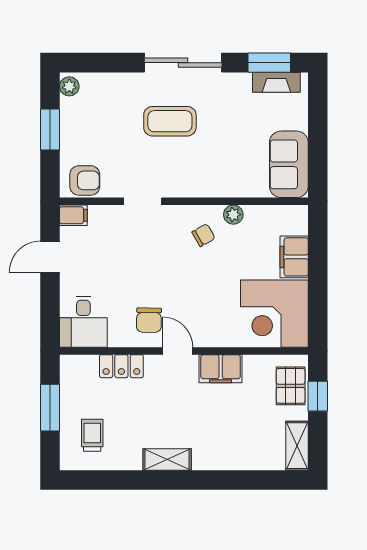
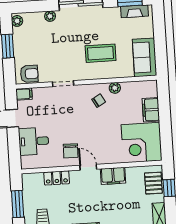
plant: (128, 82) -> (50, 16), added
coffee table: (170, 121) -> (101, 53), moved
desk: (83, 322) -> (34, 141), moved, turned 90

